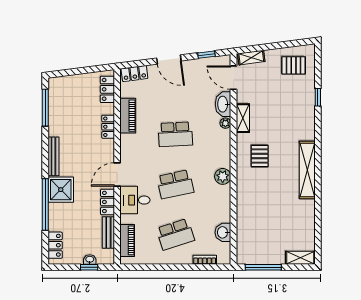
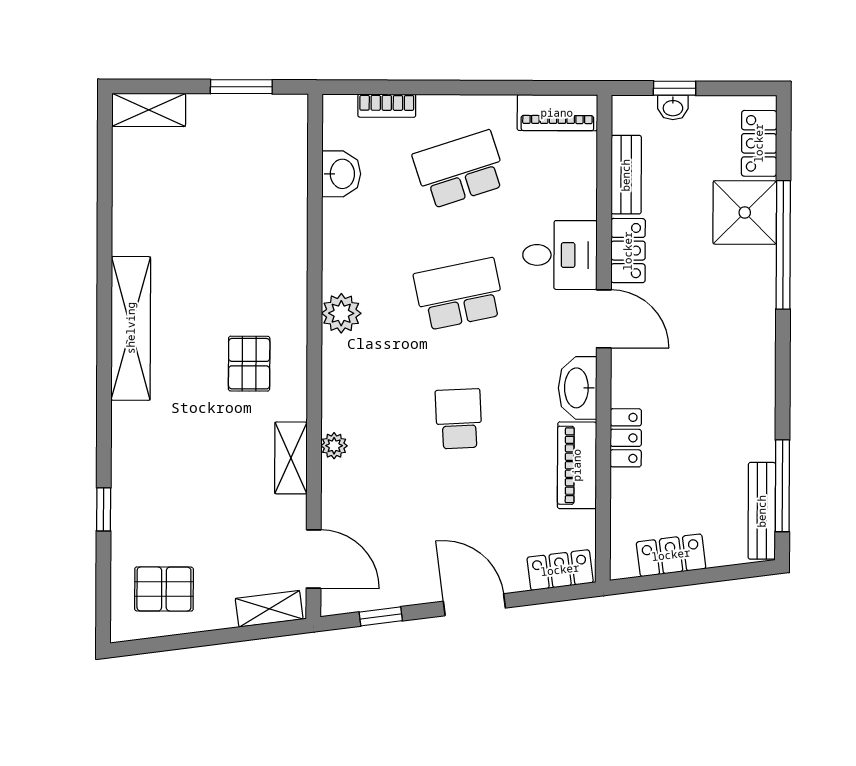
locker: (107, 89) -> (671, 555), moved, turned -97
washbasin: (223, 104) -> (578, 388), moved, turned 180
school desk: (175, 134) -> (459, 419), width x0.54
bench: (53, 156) -> (762, 511), moved
door: (117, 175) -> (604, 319), hinge flipped
shower: (61, 190) -> (745, 213), moved
piano: (127, 240) -> (557, 113), moved, turned -90
window: (263, 267) -> (241, 87), width x0.69

